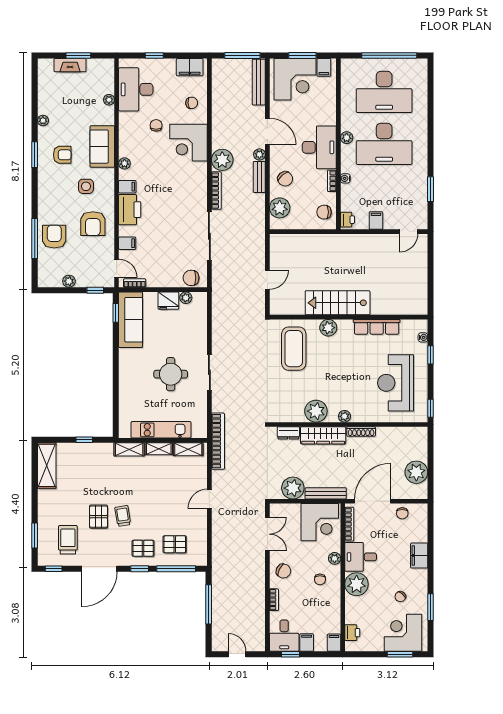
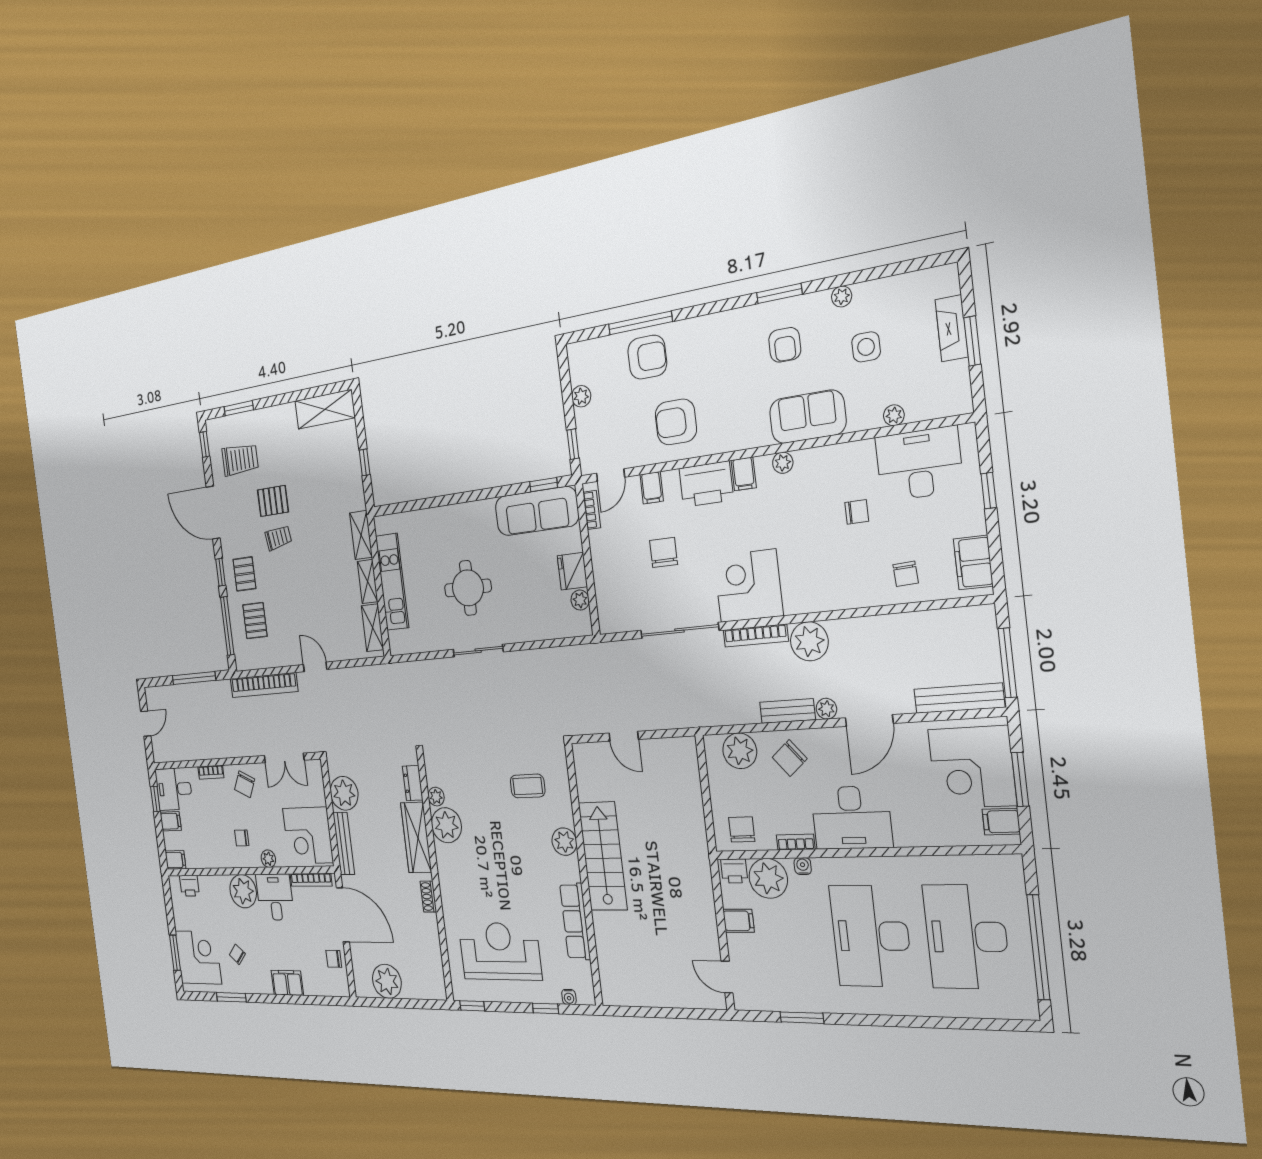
plant: (347, 138) -> (768, 878), moved, width x1.88, depth x1.88
corner desk: (189, 143) -> (748, 586), moved
side table: (86, 186) -> (866, 347), moved
chair: (191, 278) -> (664, 552), moved
coffee table: (294, 349) -> (528, 786), width x0.54, depth x0.58
plant: (344, 416) -> (436, 797), moved
shoe rack: (361, 431) -> (428, 897), width x0.70
bookcase: (218, 441) -> (264, 685), moved

